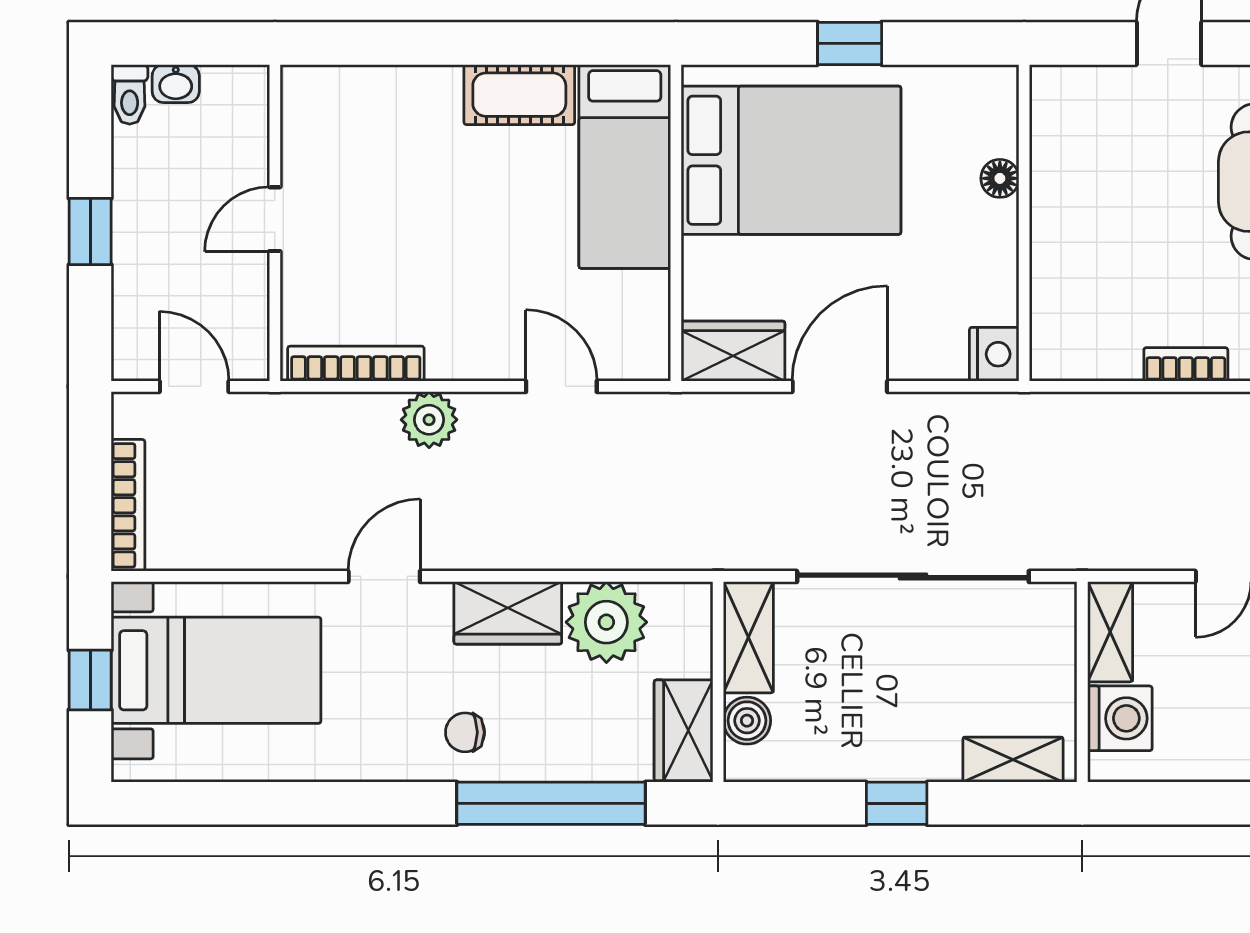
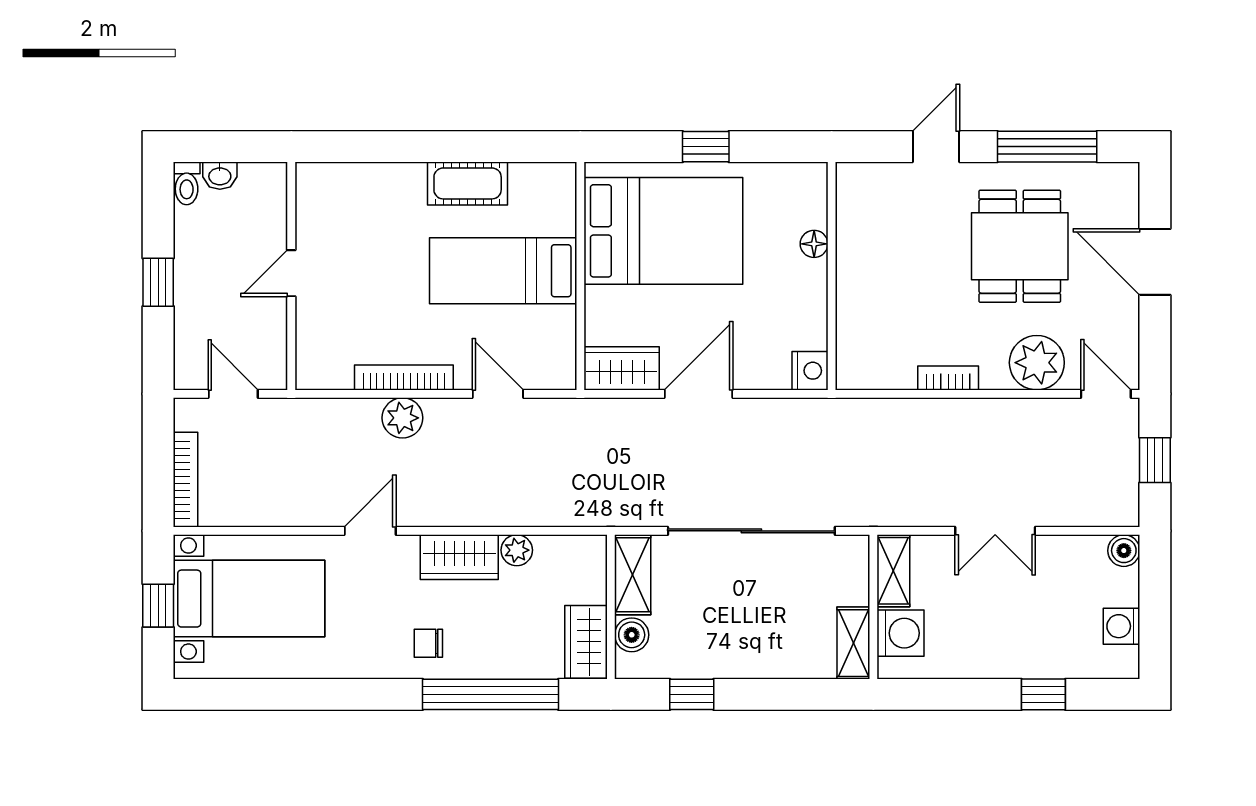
bed: (625, 166) -> (503, 271), moved, turned 90
bookcase: (356, 364) -> (404, 377), moved
plant: (606, 622) -> (517, 550), width x0.53, depth x0.53
shelving: (1013, 760) -> (853, 643), moved, turned 90
window: (897, 803) -> (692, 694), moved

